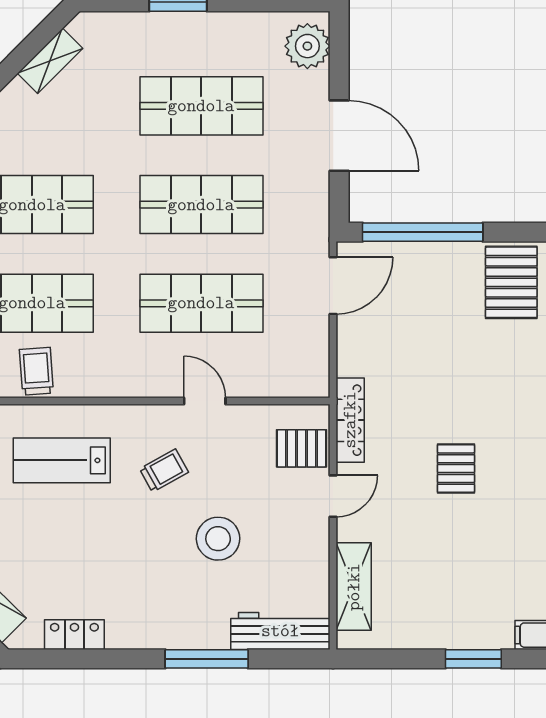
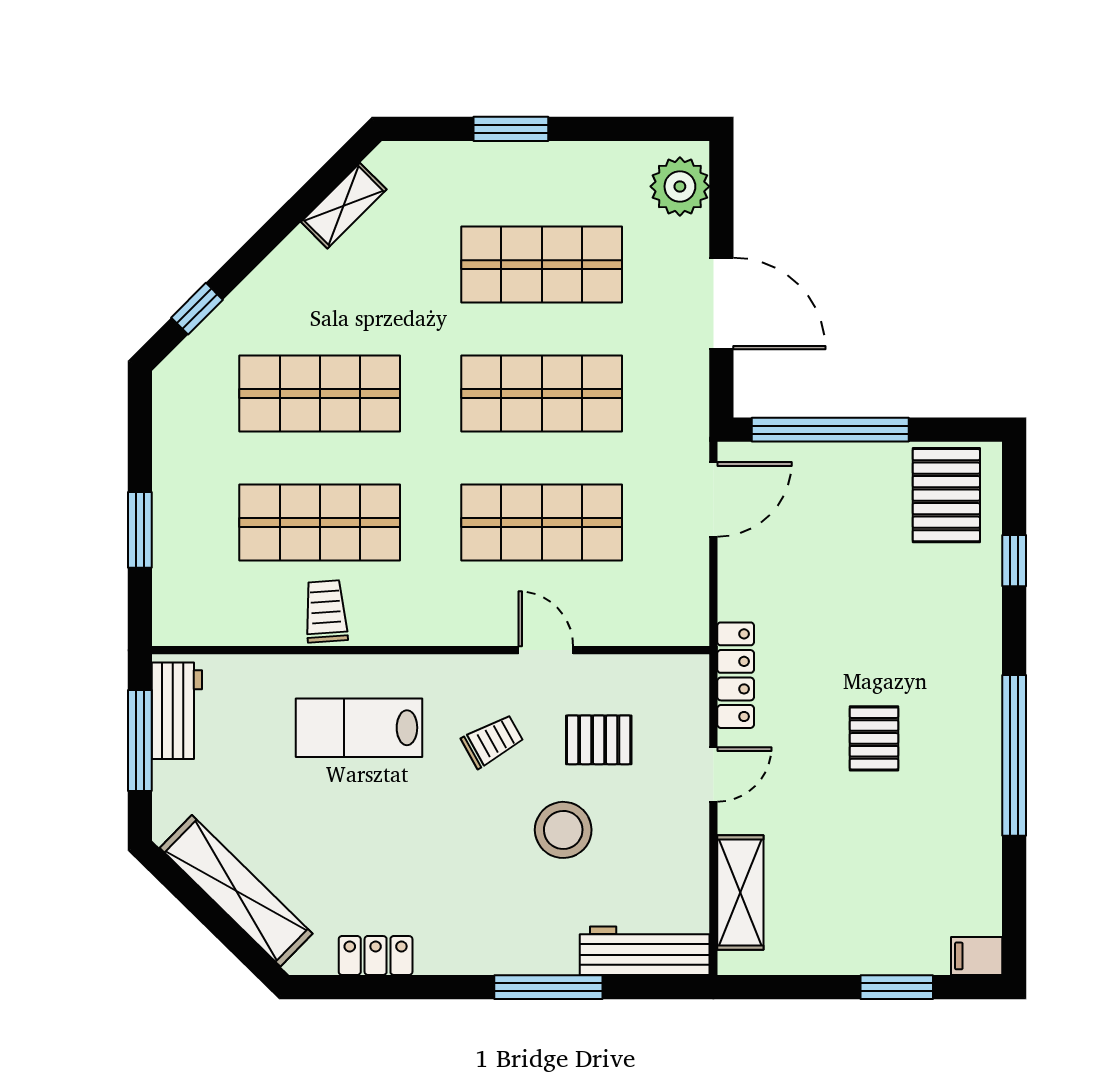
pallet: (302, 448) -> (599, 740), moved

